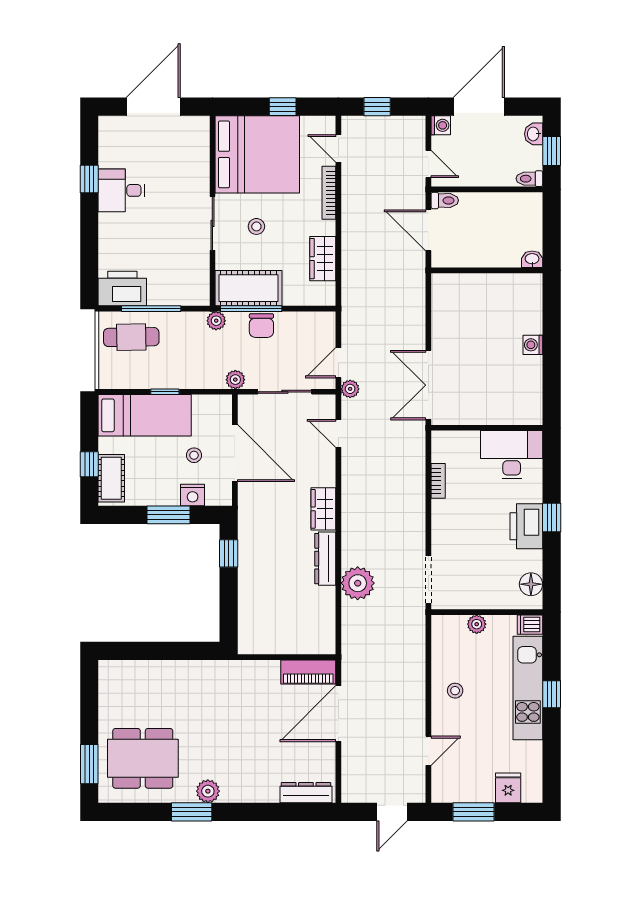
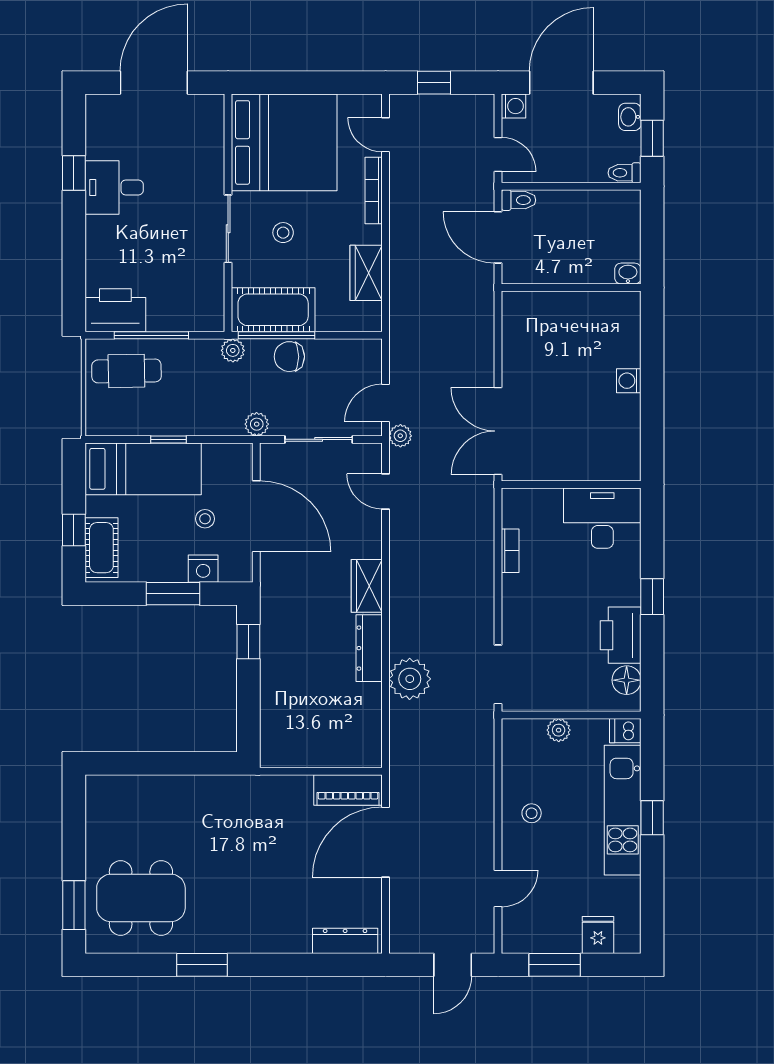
window: (283, 107) -> (316, 83), removed
chair: (261, 326) -> (289, 357), turned 90
printer: (526, 526) -> (621, 635), moved
plant: (208, 791) -> (222, 939), removed

